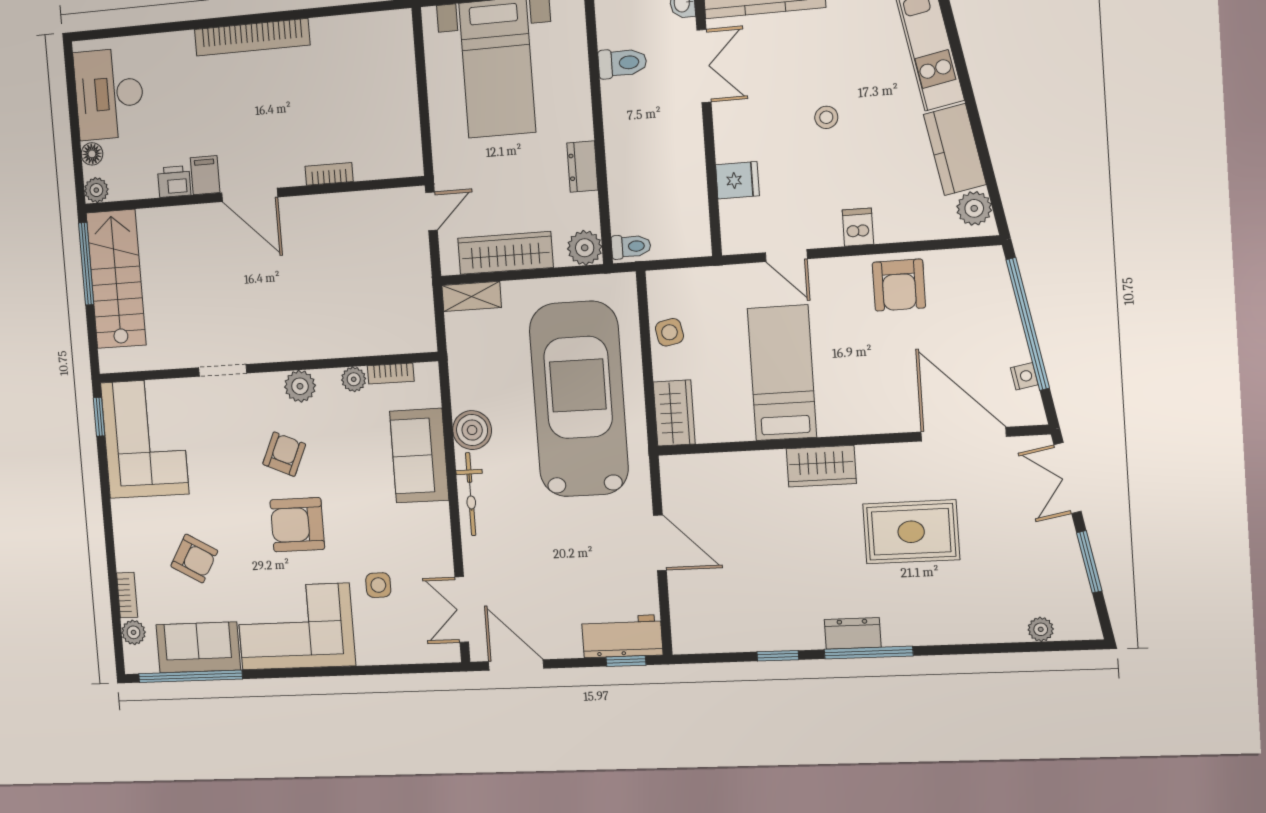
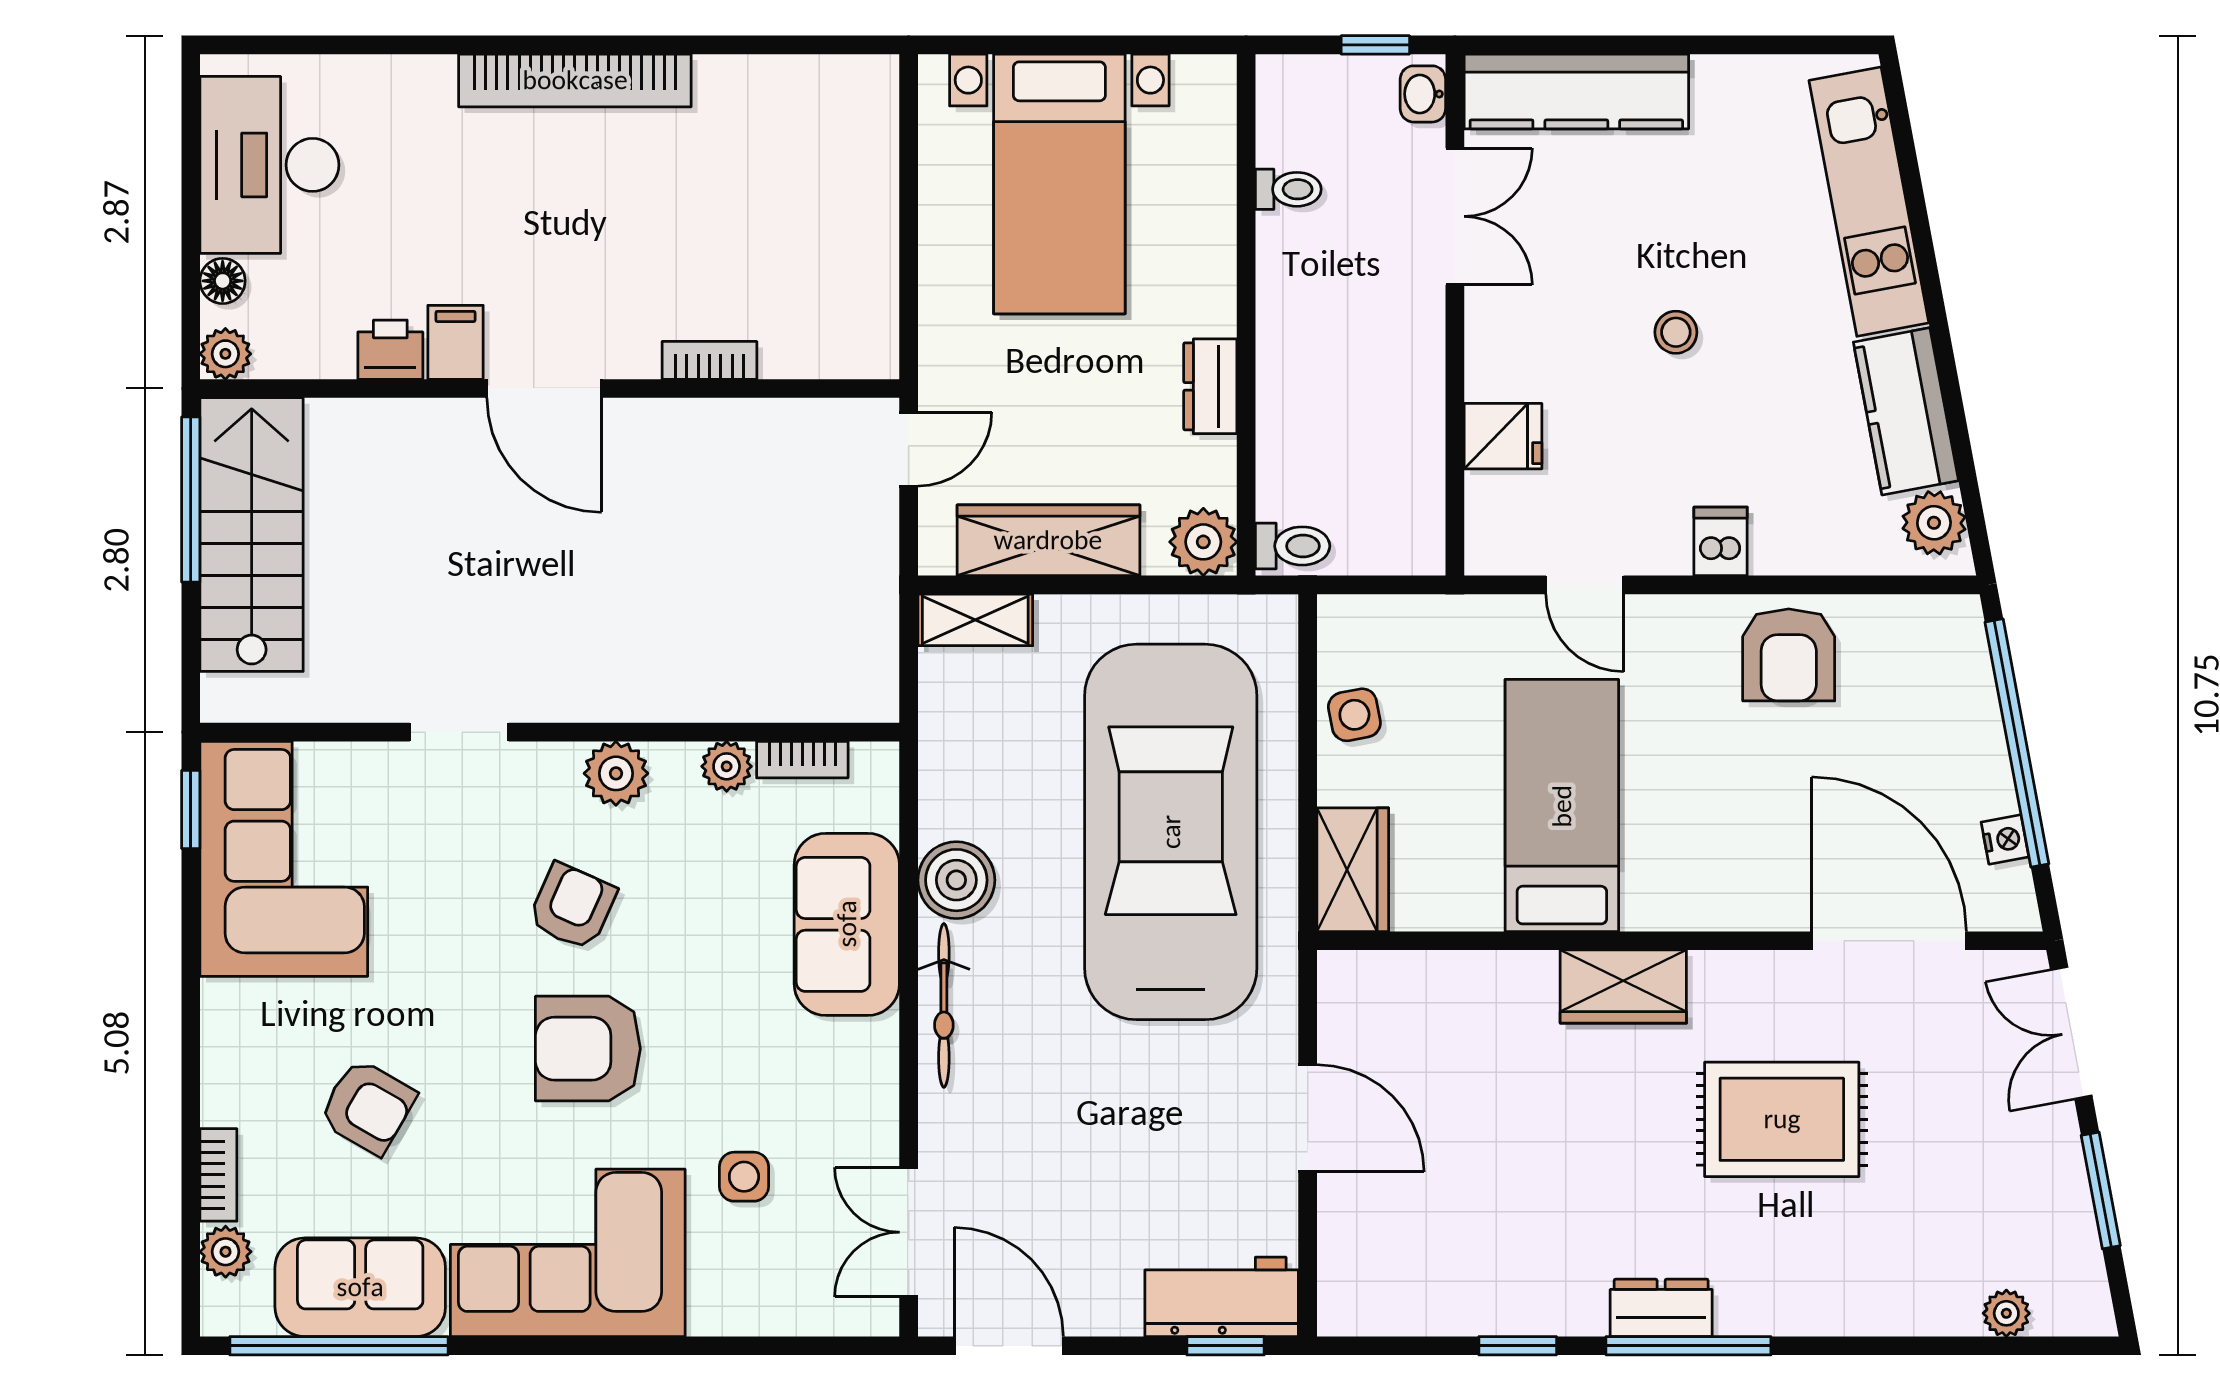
toilet: (622, 63) -> (1288, 189), width x0.73, depth x0.72

